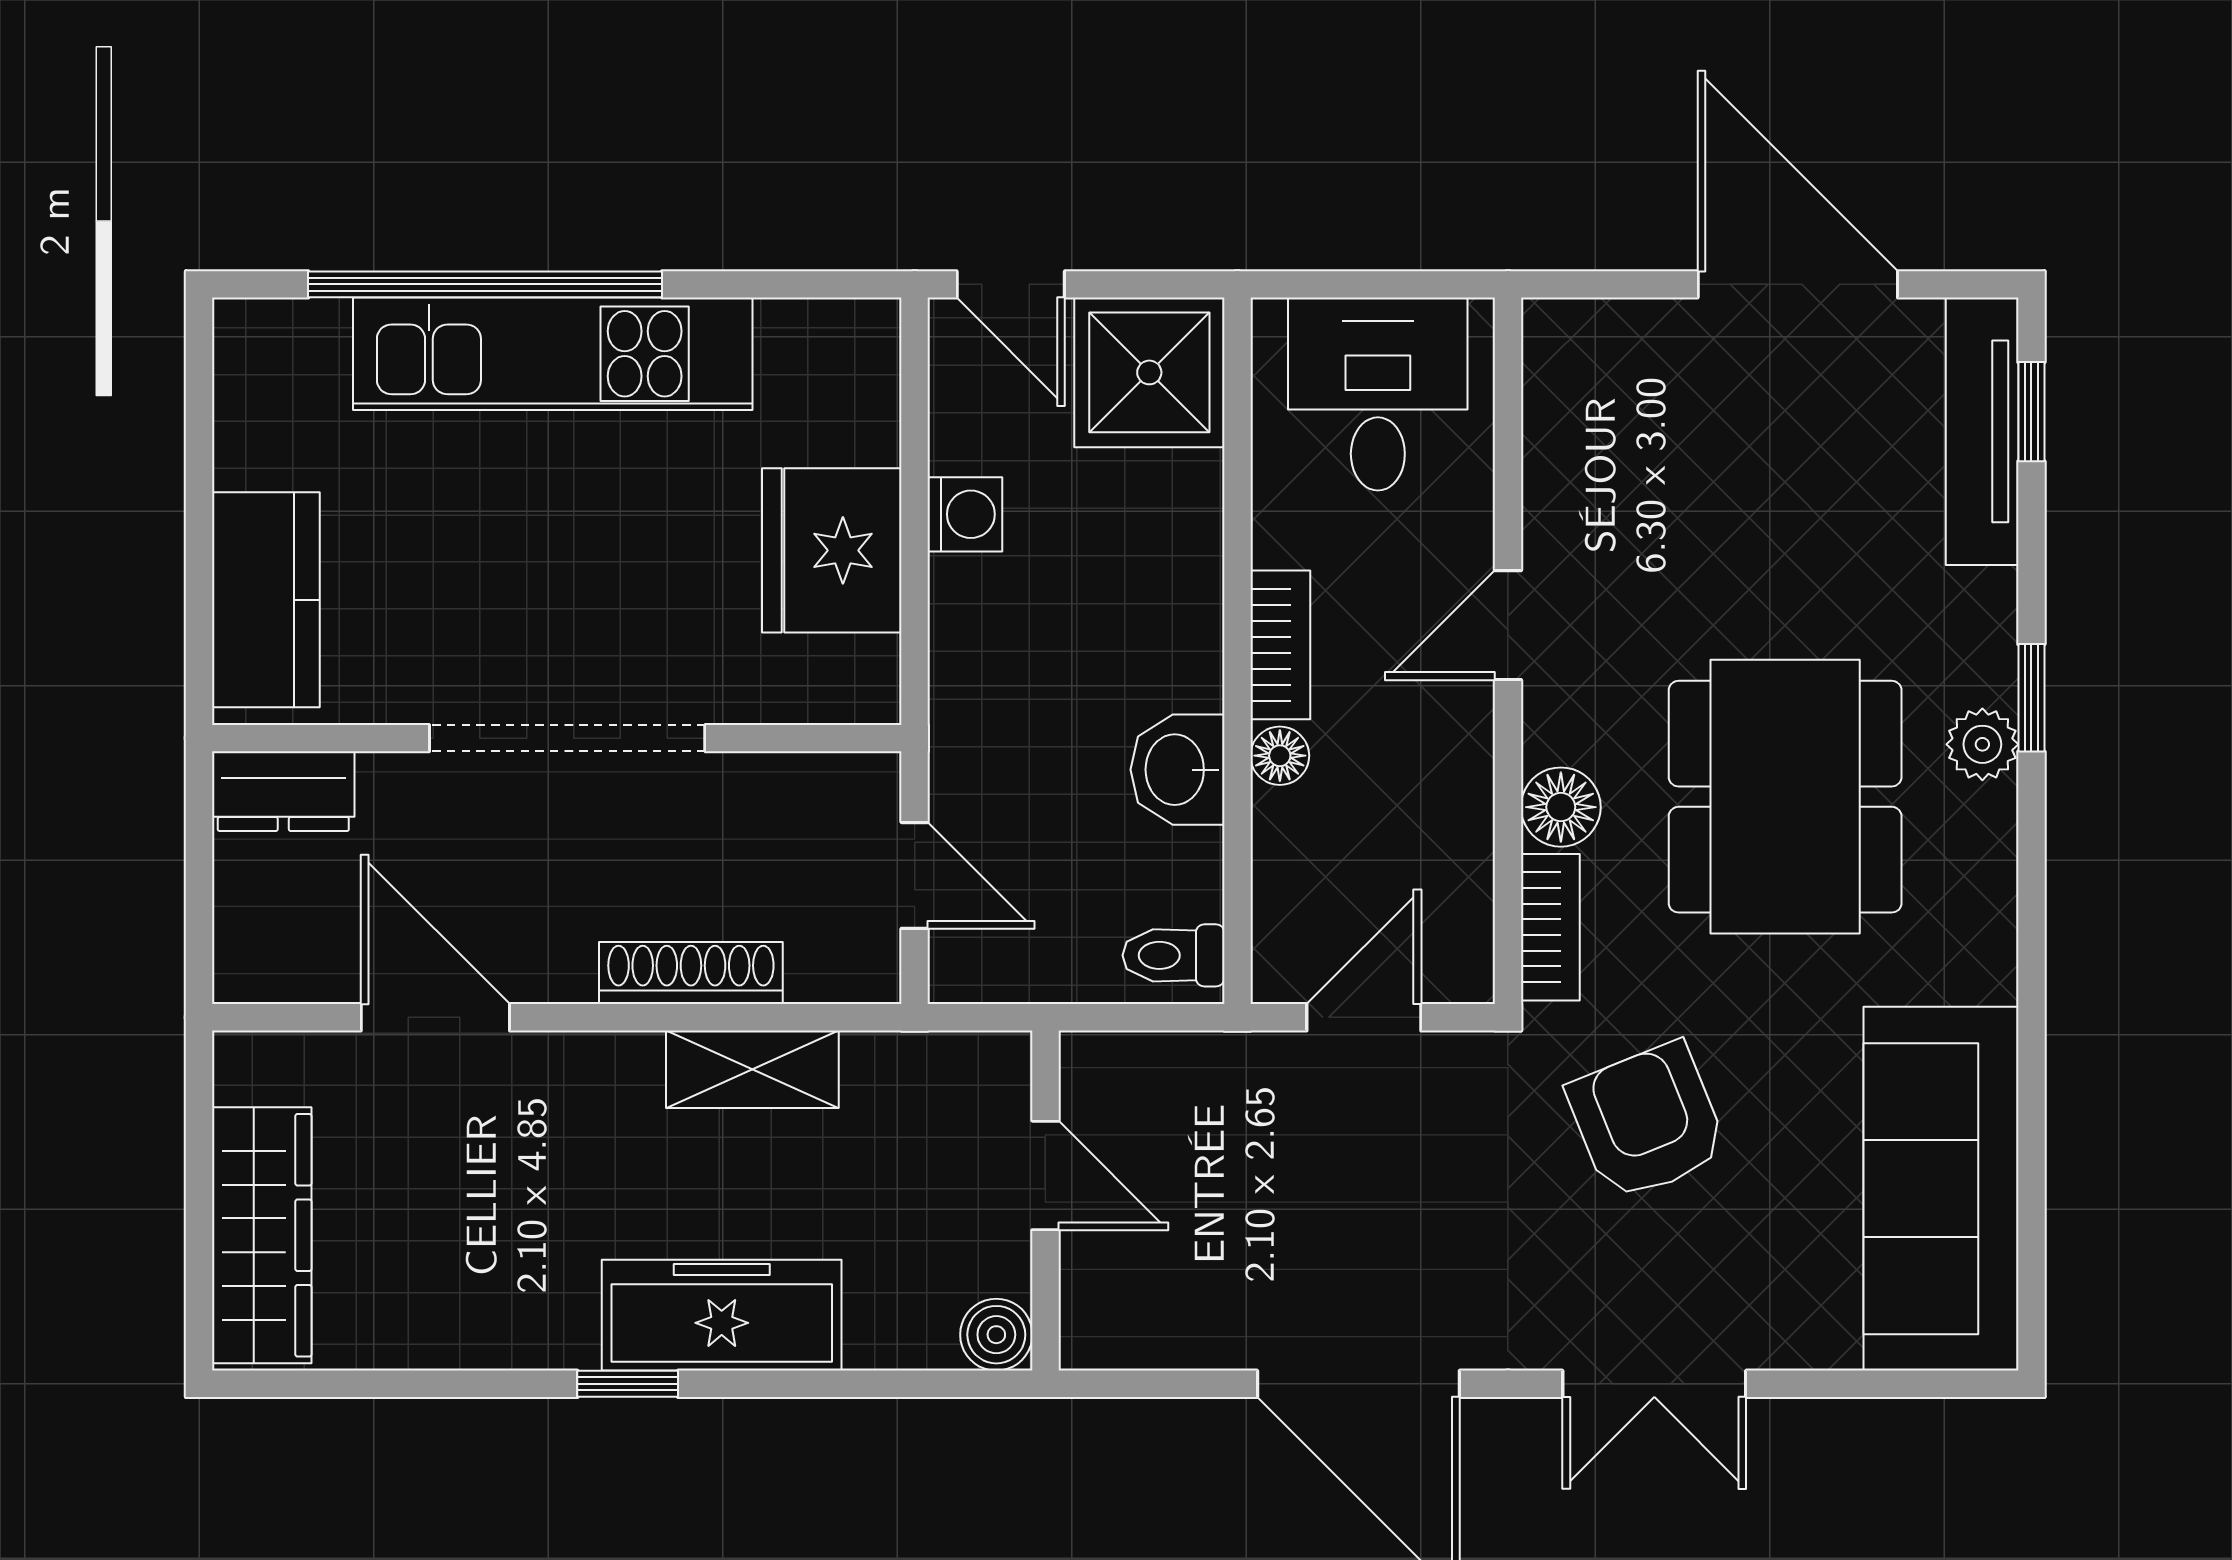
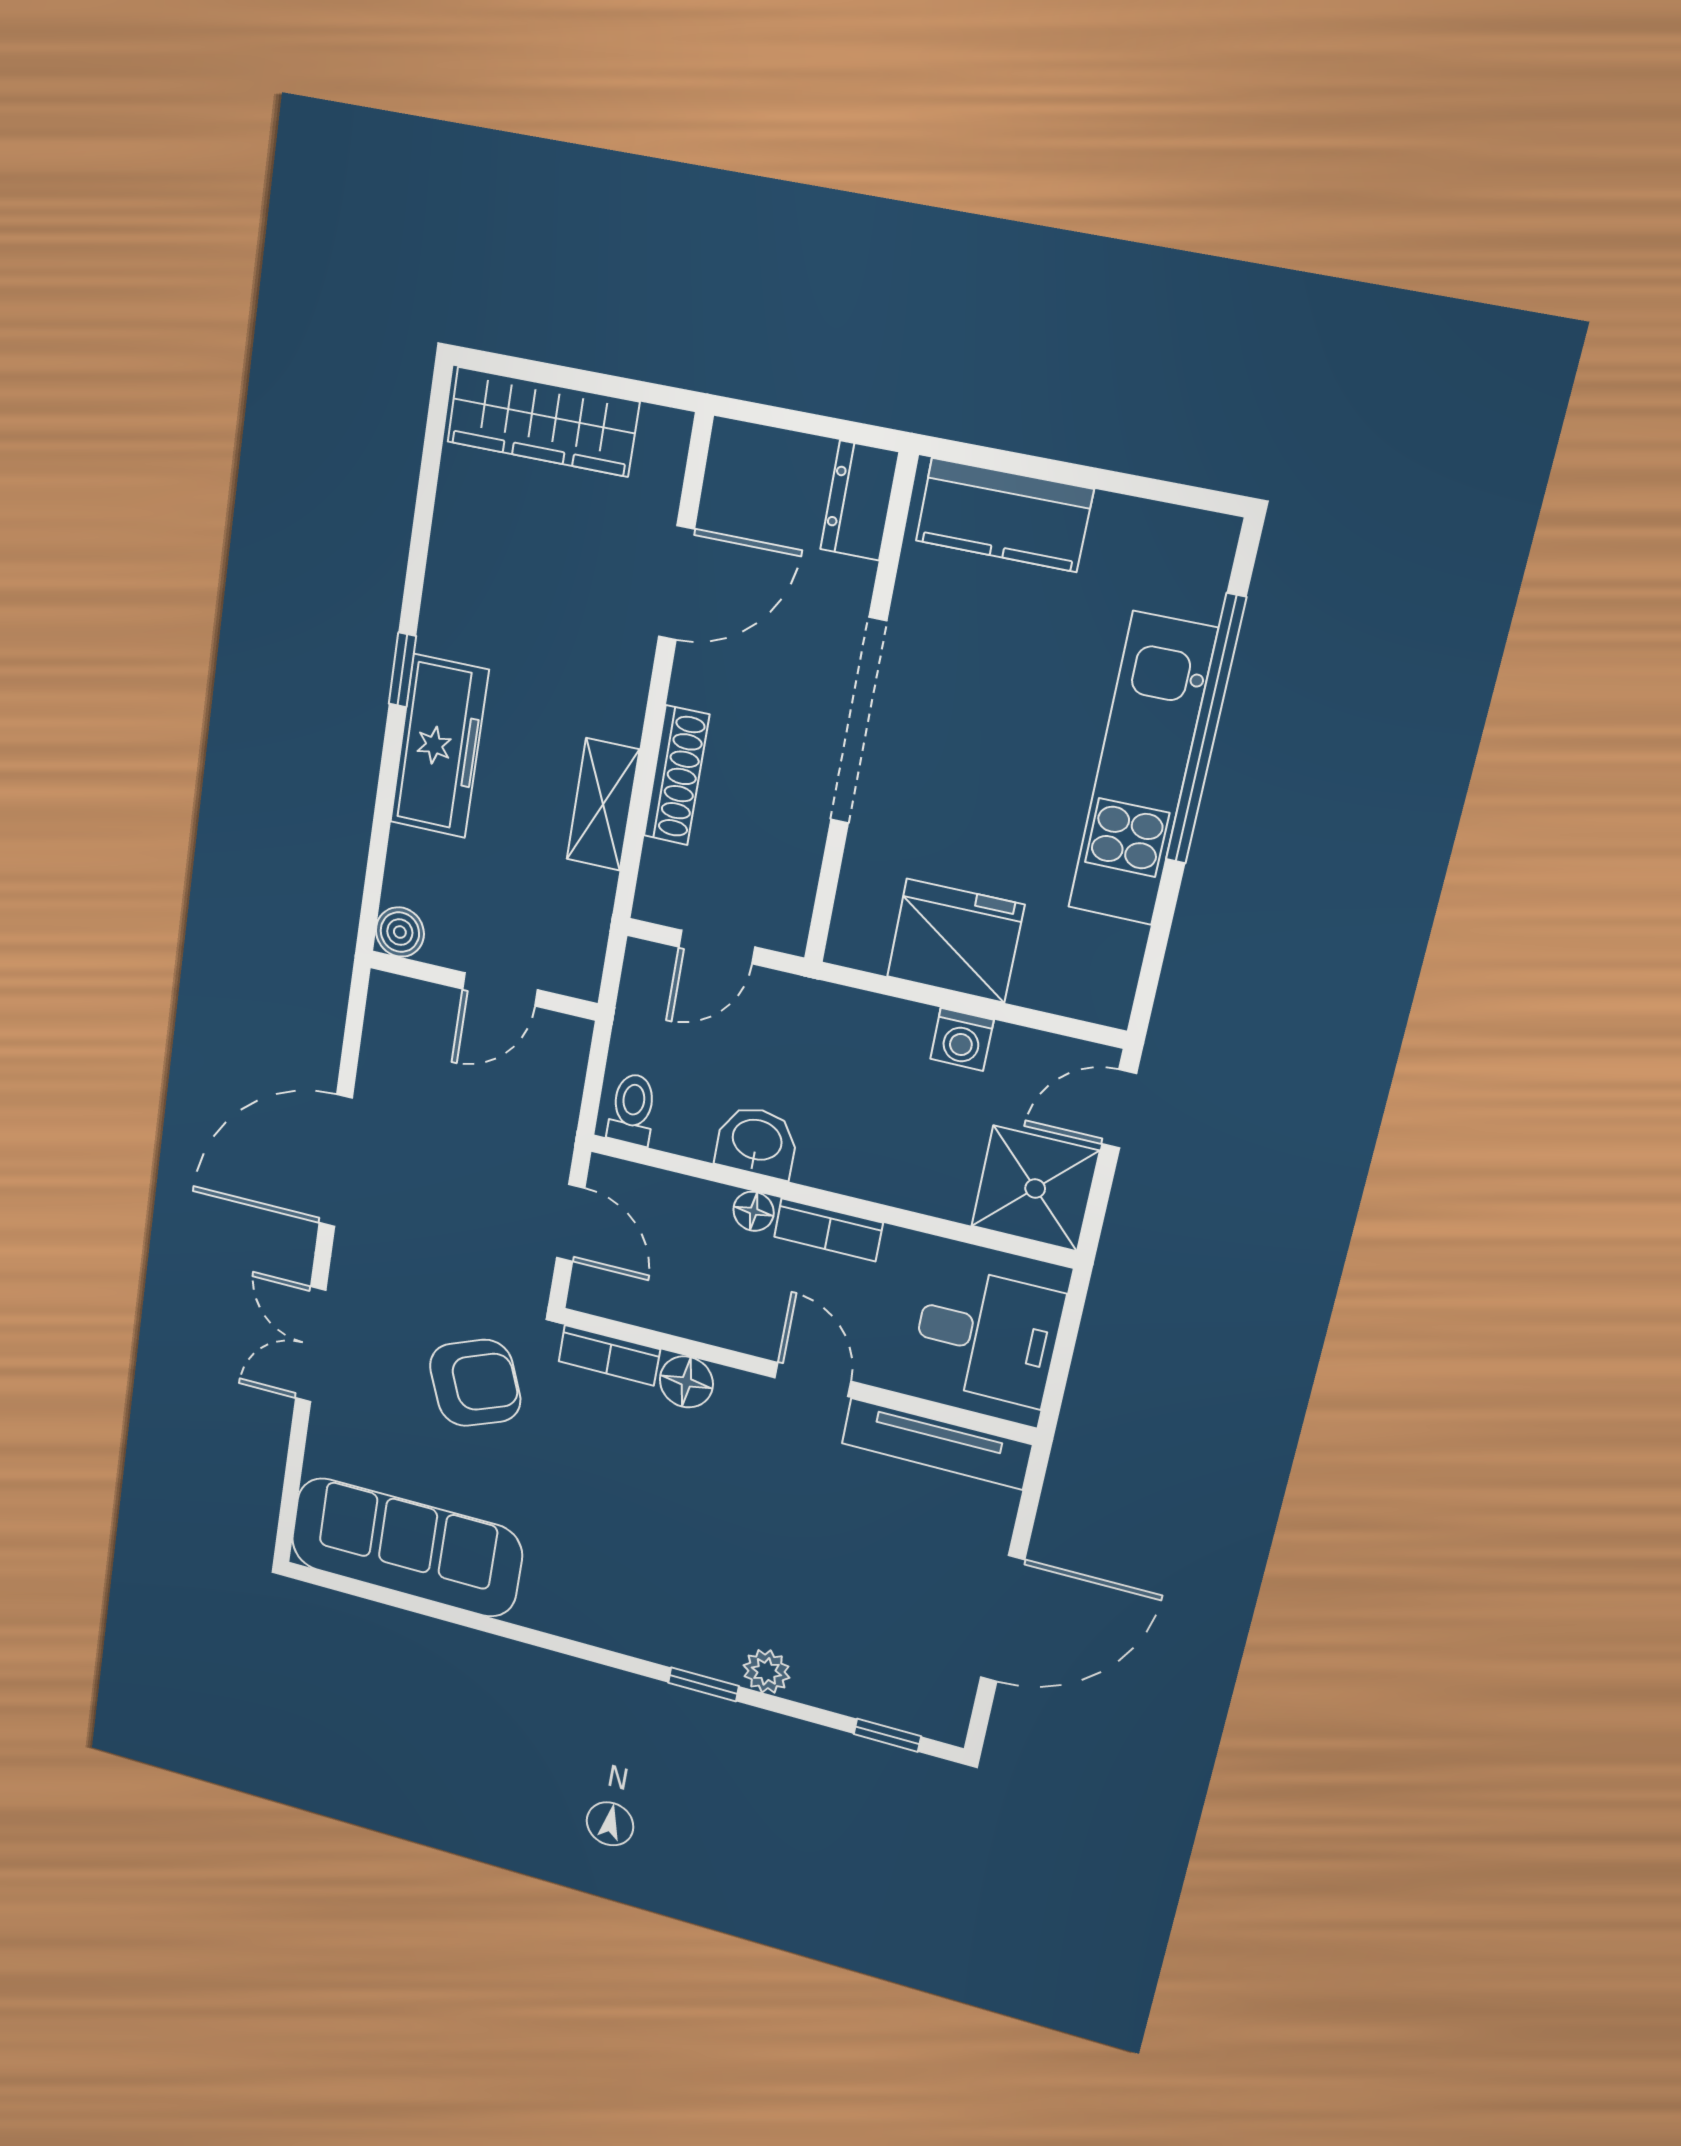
tv unit: (1982, 431) -> (937, 1444), moved, turned 180
plant: (1982, 744) -> (766, 1671), moved
dining table: (1785, 797) -> (668, 1521), removed

